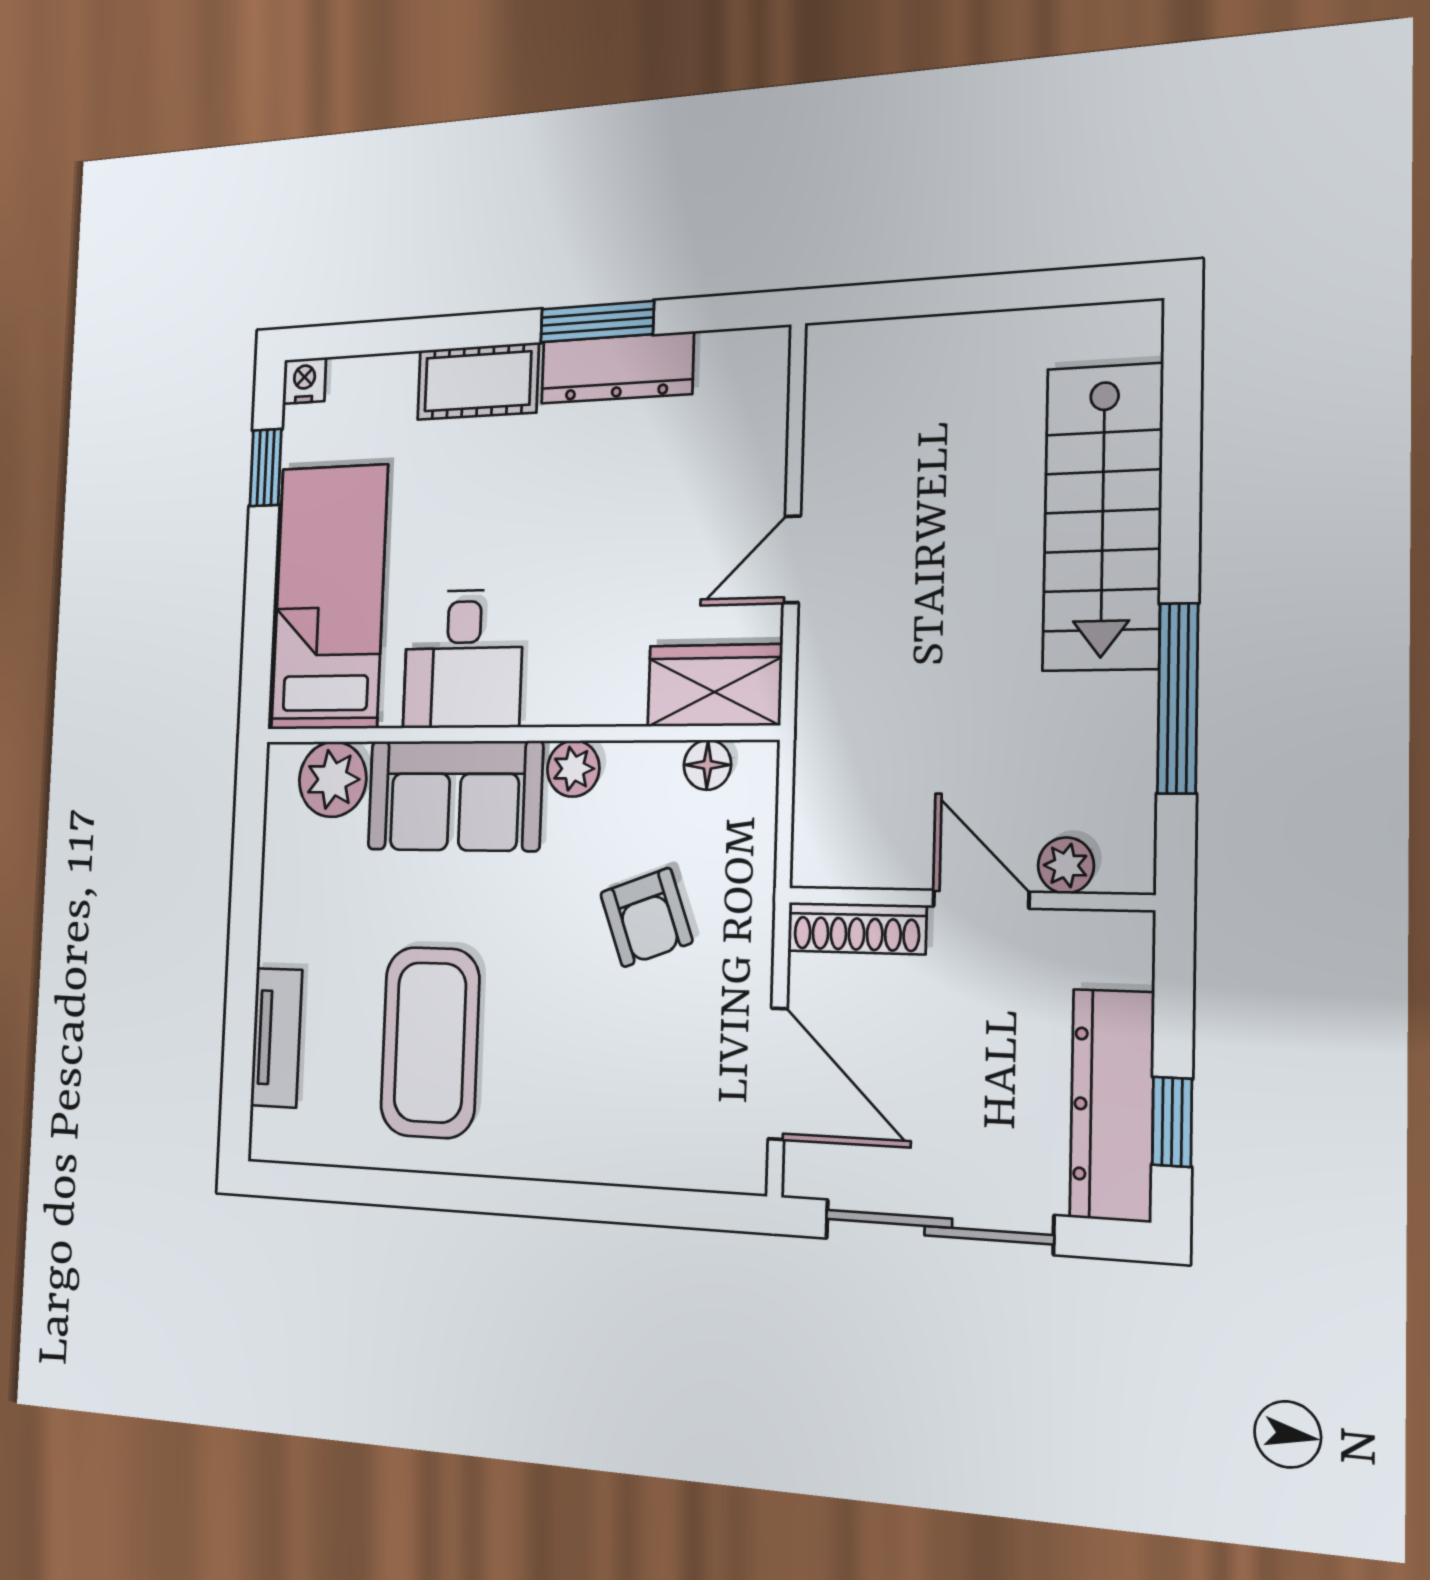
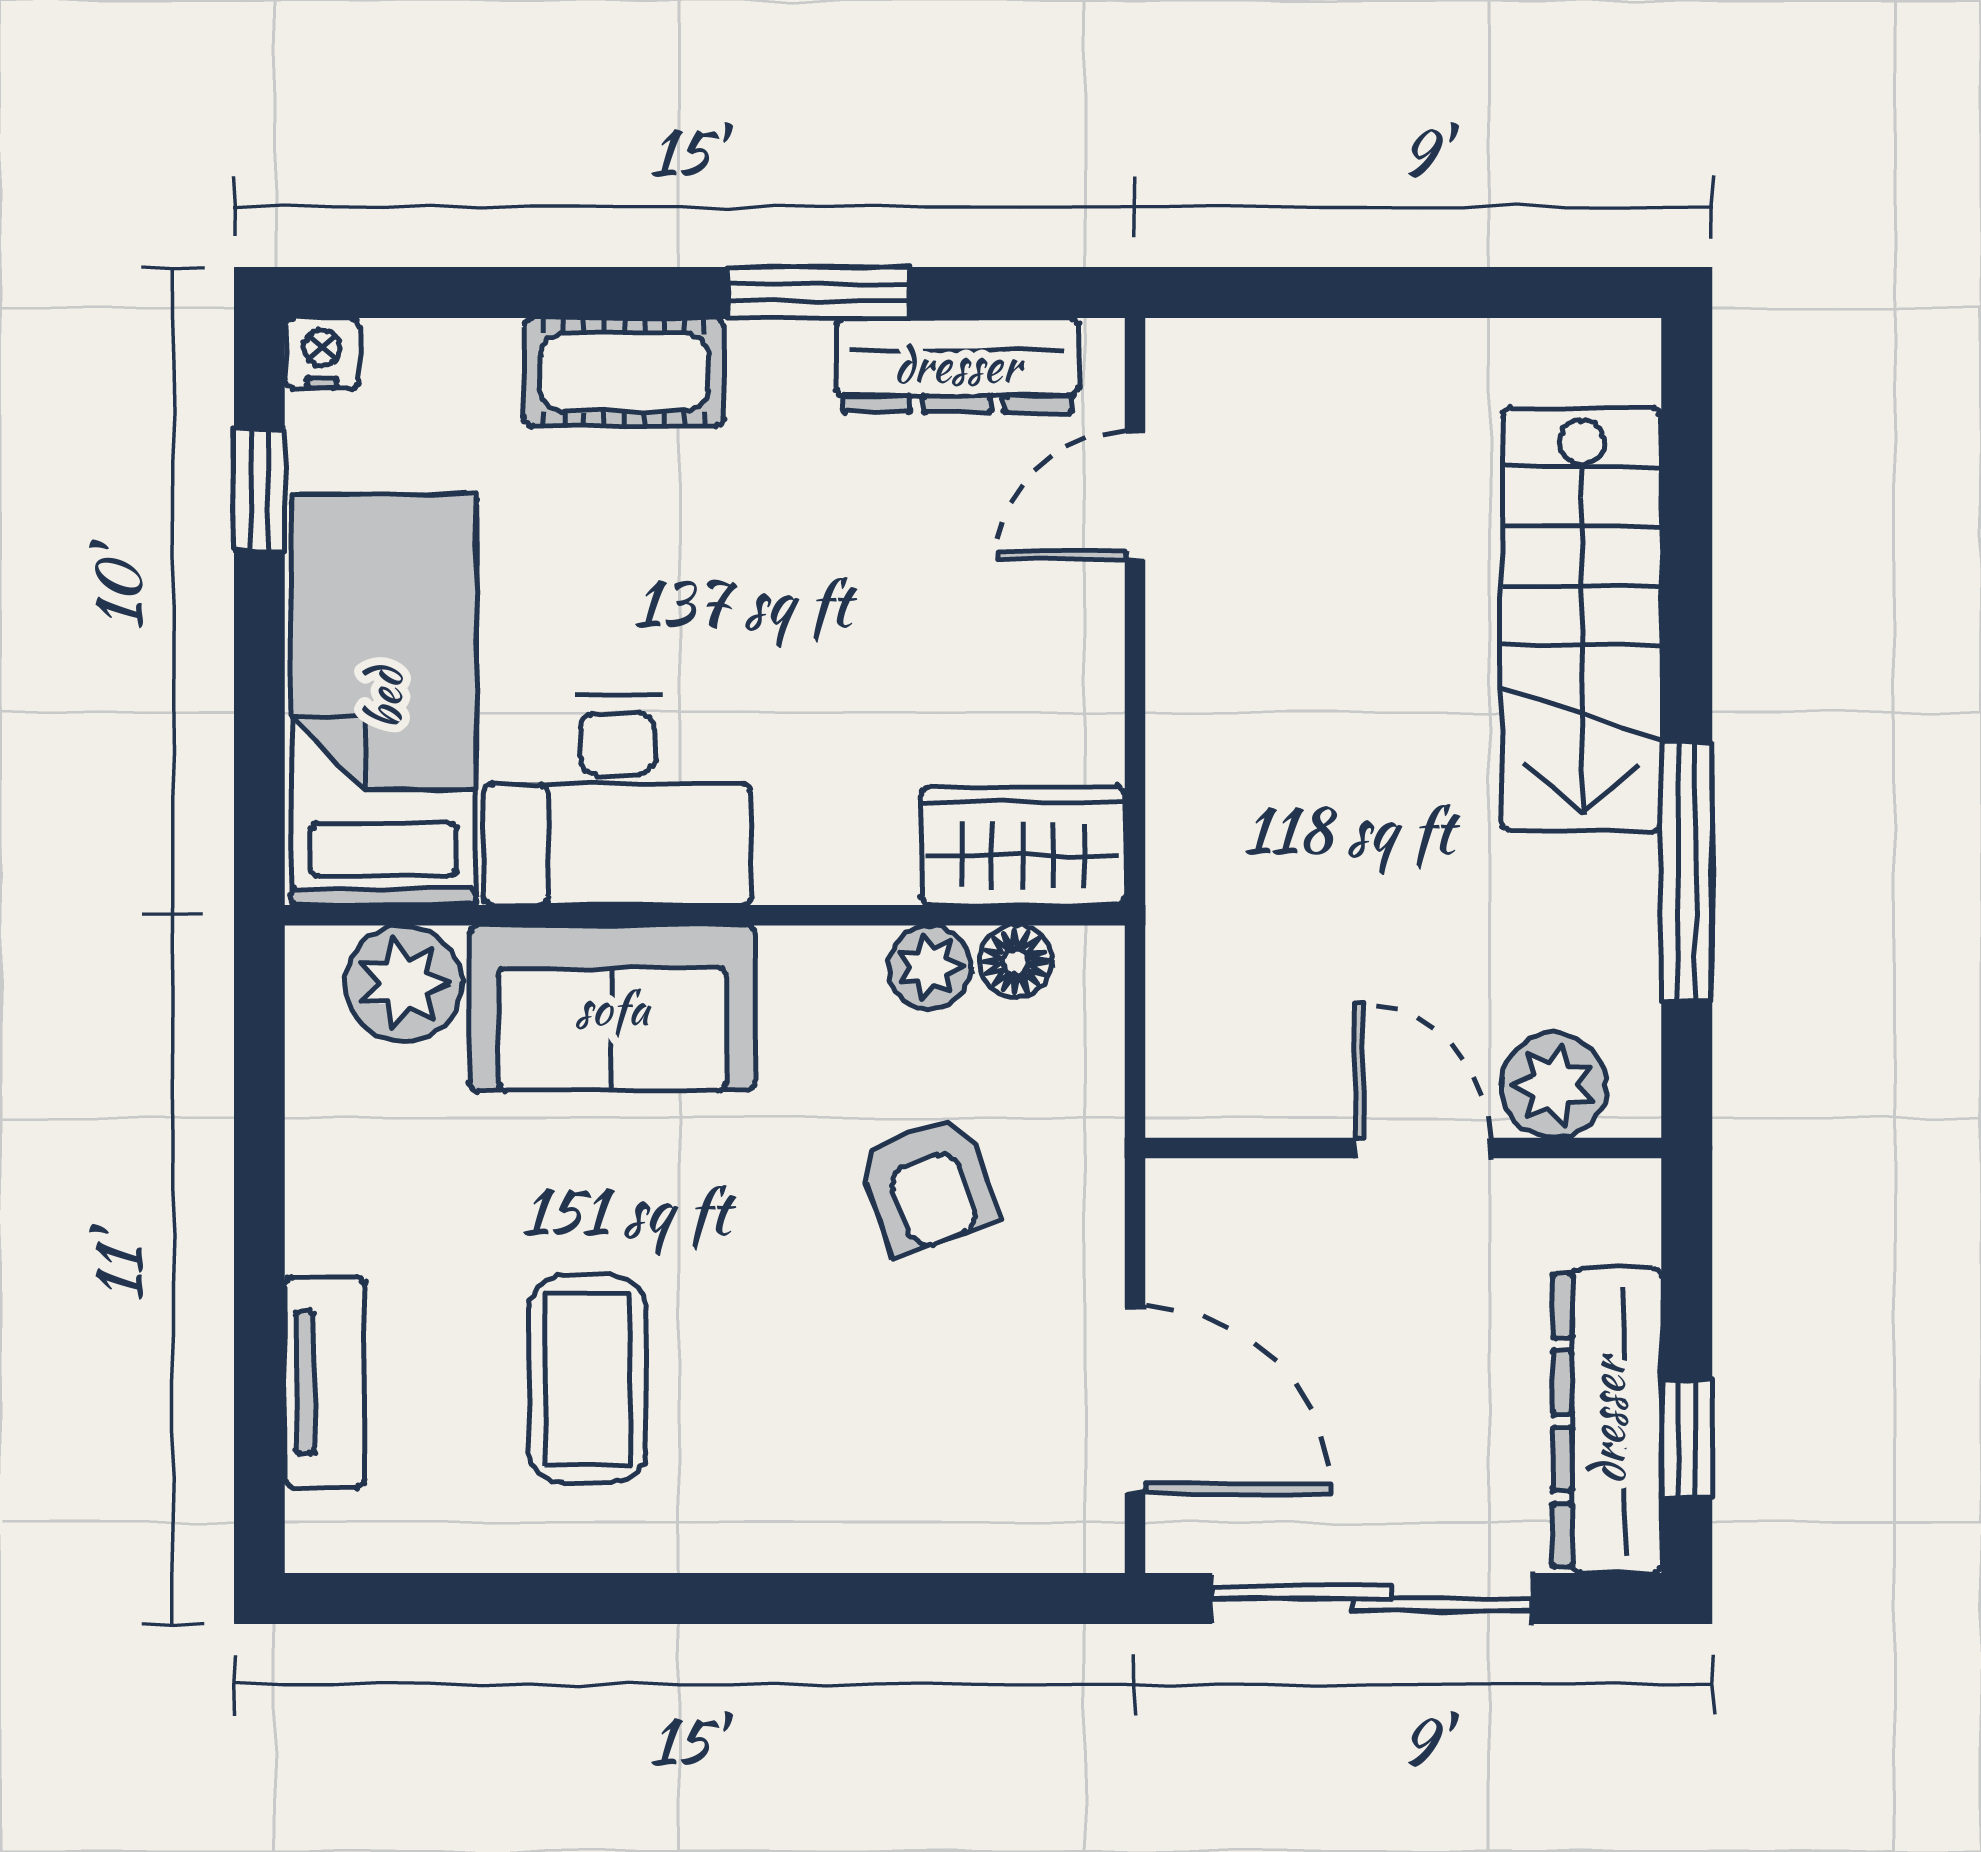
dresser: (617, 368) -> (957, 365), moved
door: (792, 559) -> (1135, 496), moved
desk: (463, 659) -> (617, 800), width x1.37
plant: (573, 769) -> (929, 967), moved
plant: (1066, 865) -> (1554, 1085), width x1.38, depth x1.38
shoe rack: (857, 928) -> (1246, 1192), removed
coffee table: (430, 1042) -> (587, 1379), width x0.73, depth x0.76

